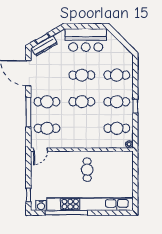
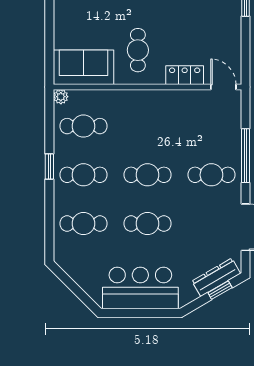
cafe table: (47, 128) -> (211, 126), removed
door: (40, 150) -> (223, 87), hinge flipped
locker: (62, 156) -> (185, 75), added
sofa: (117, 160) -> (83, 67), added

